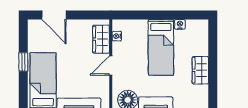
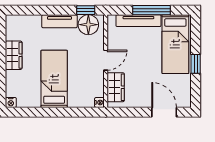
nightstand: (180, 24) -> (11, 102), moved
nightstand: (117, 36) -> (99, 102), moved

